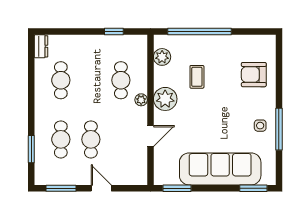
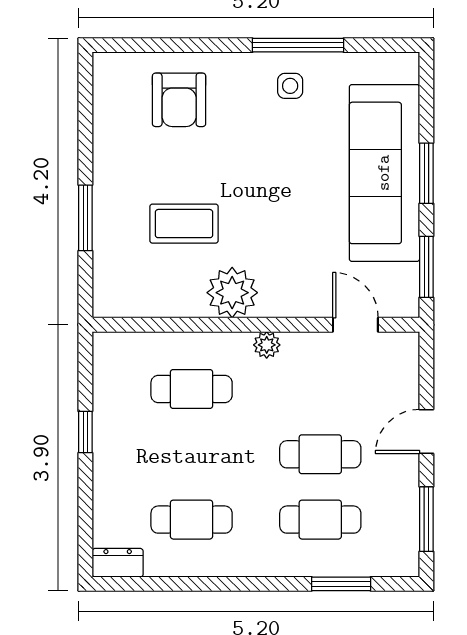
window: (114, 31) -> (85, 432), moved
window: (199, 31) -> (85, 218), width x0.47
plant: (162, 57) -> (141, 299), removed
coffee table: (197, 77) -> (184, 224), width x1.36, depth x1.30
plant: (141, 100) -> (267, 345), moved
door: (150, 136) -> (355, 325), moved
window: (253, 188) -> (426, 173), moved

